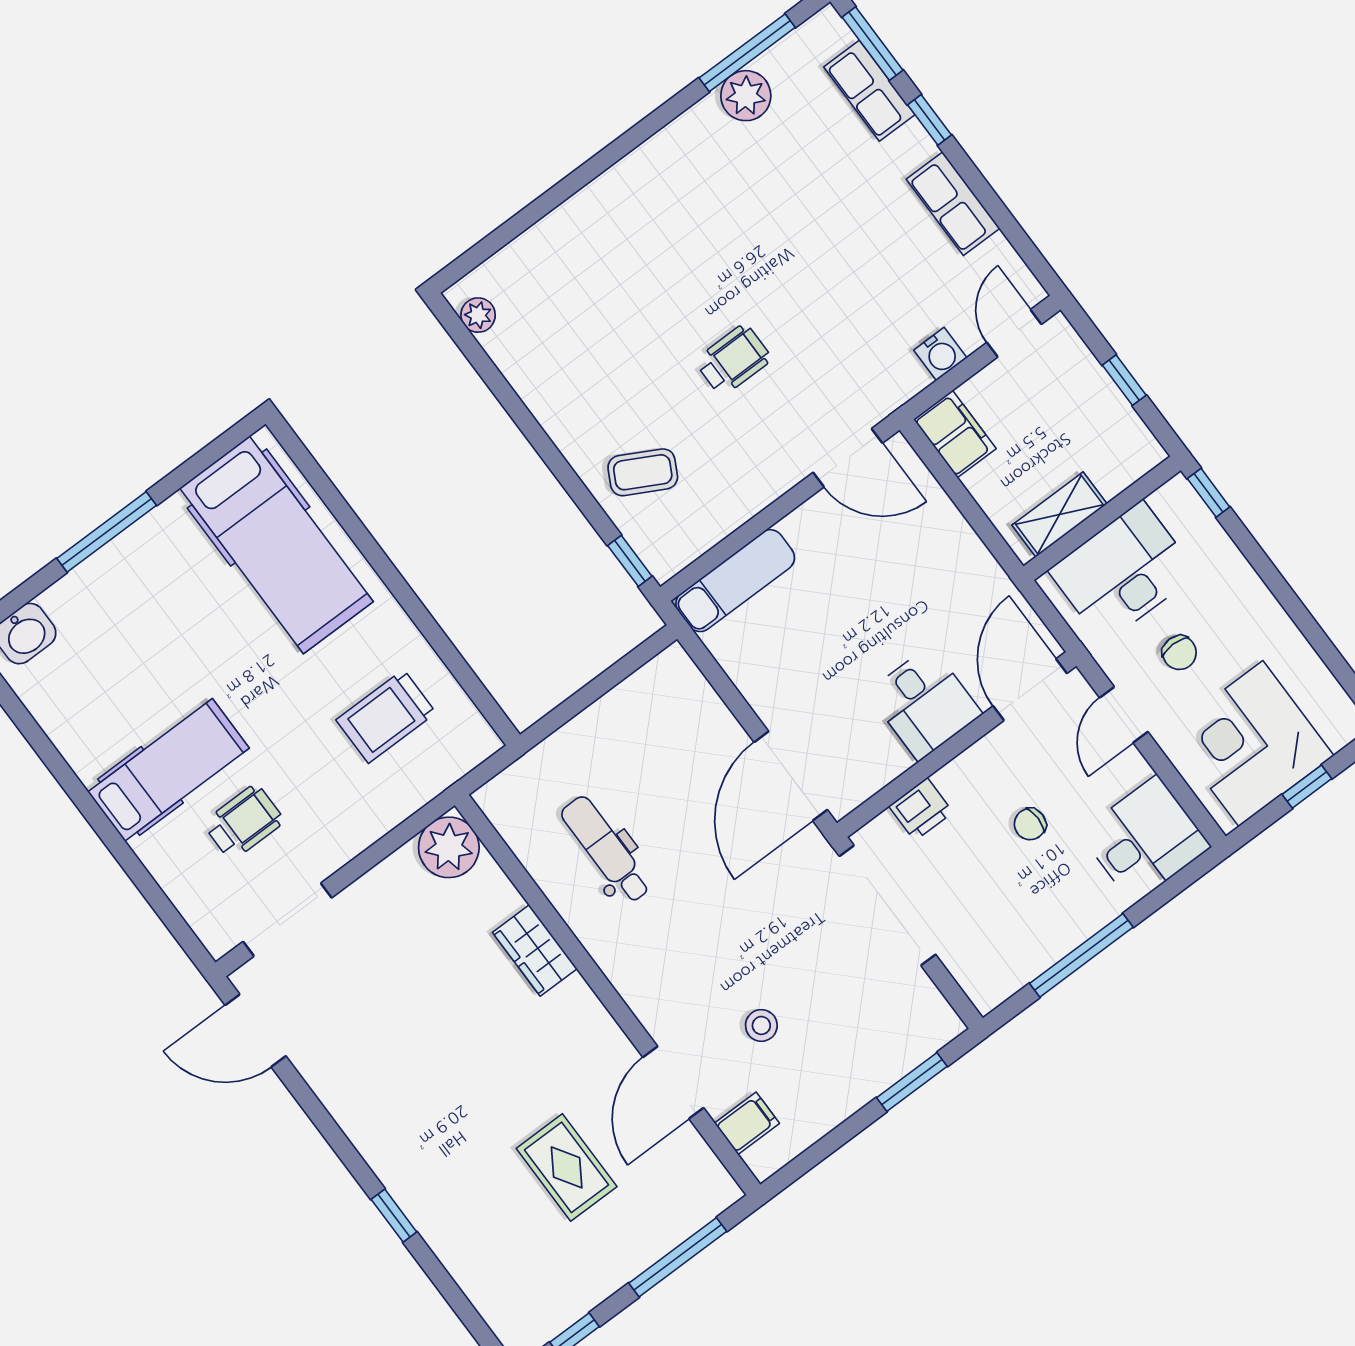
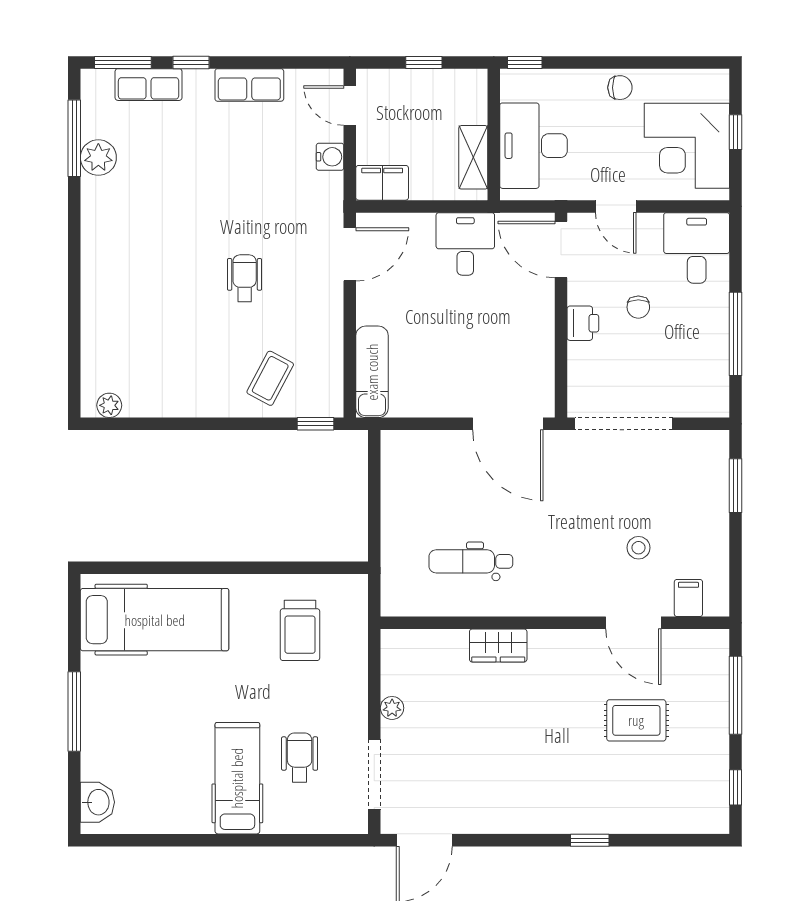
chair: (1179, 653) -> (620, 88), moved
desk: (925, 703) -> (465, 244), moved, turned -90
printer: (921, 809) -> (583, 323), moved
plant: (449, 847) -> (392, 708), moved, width x0.53, depth x0.53

